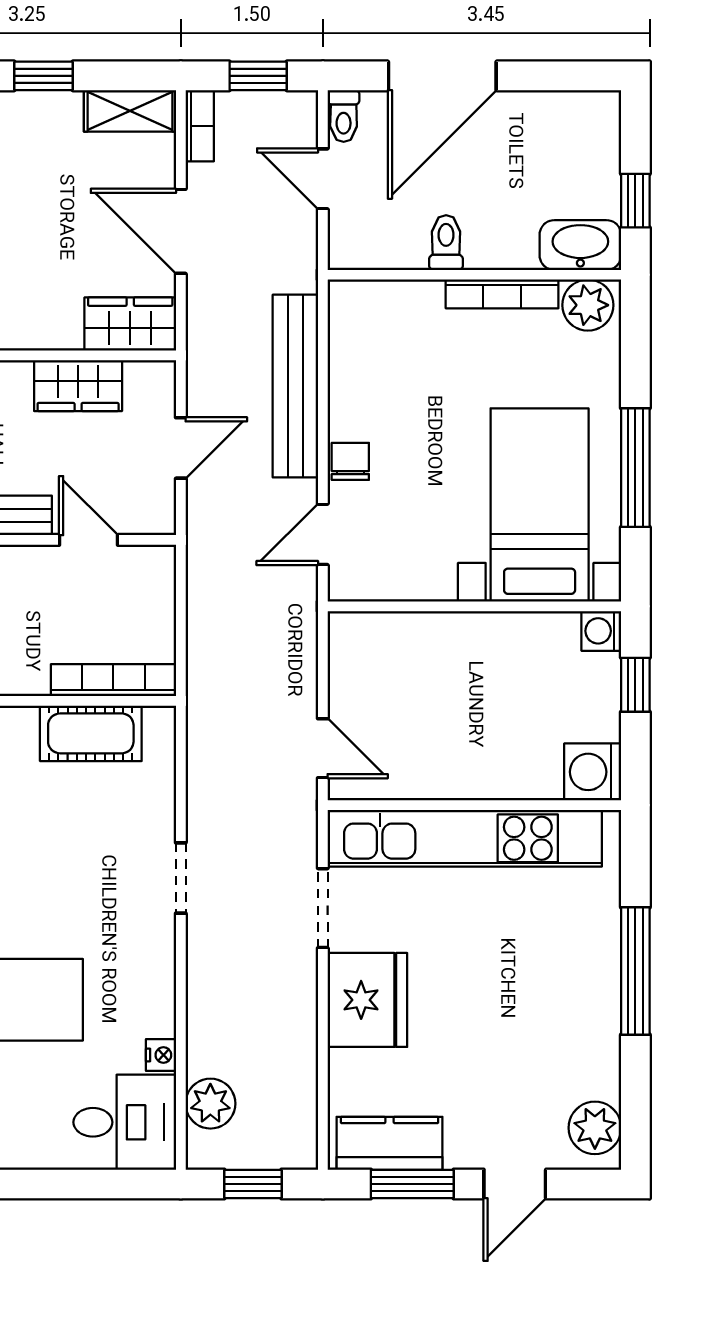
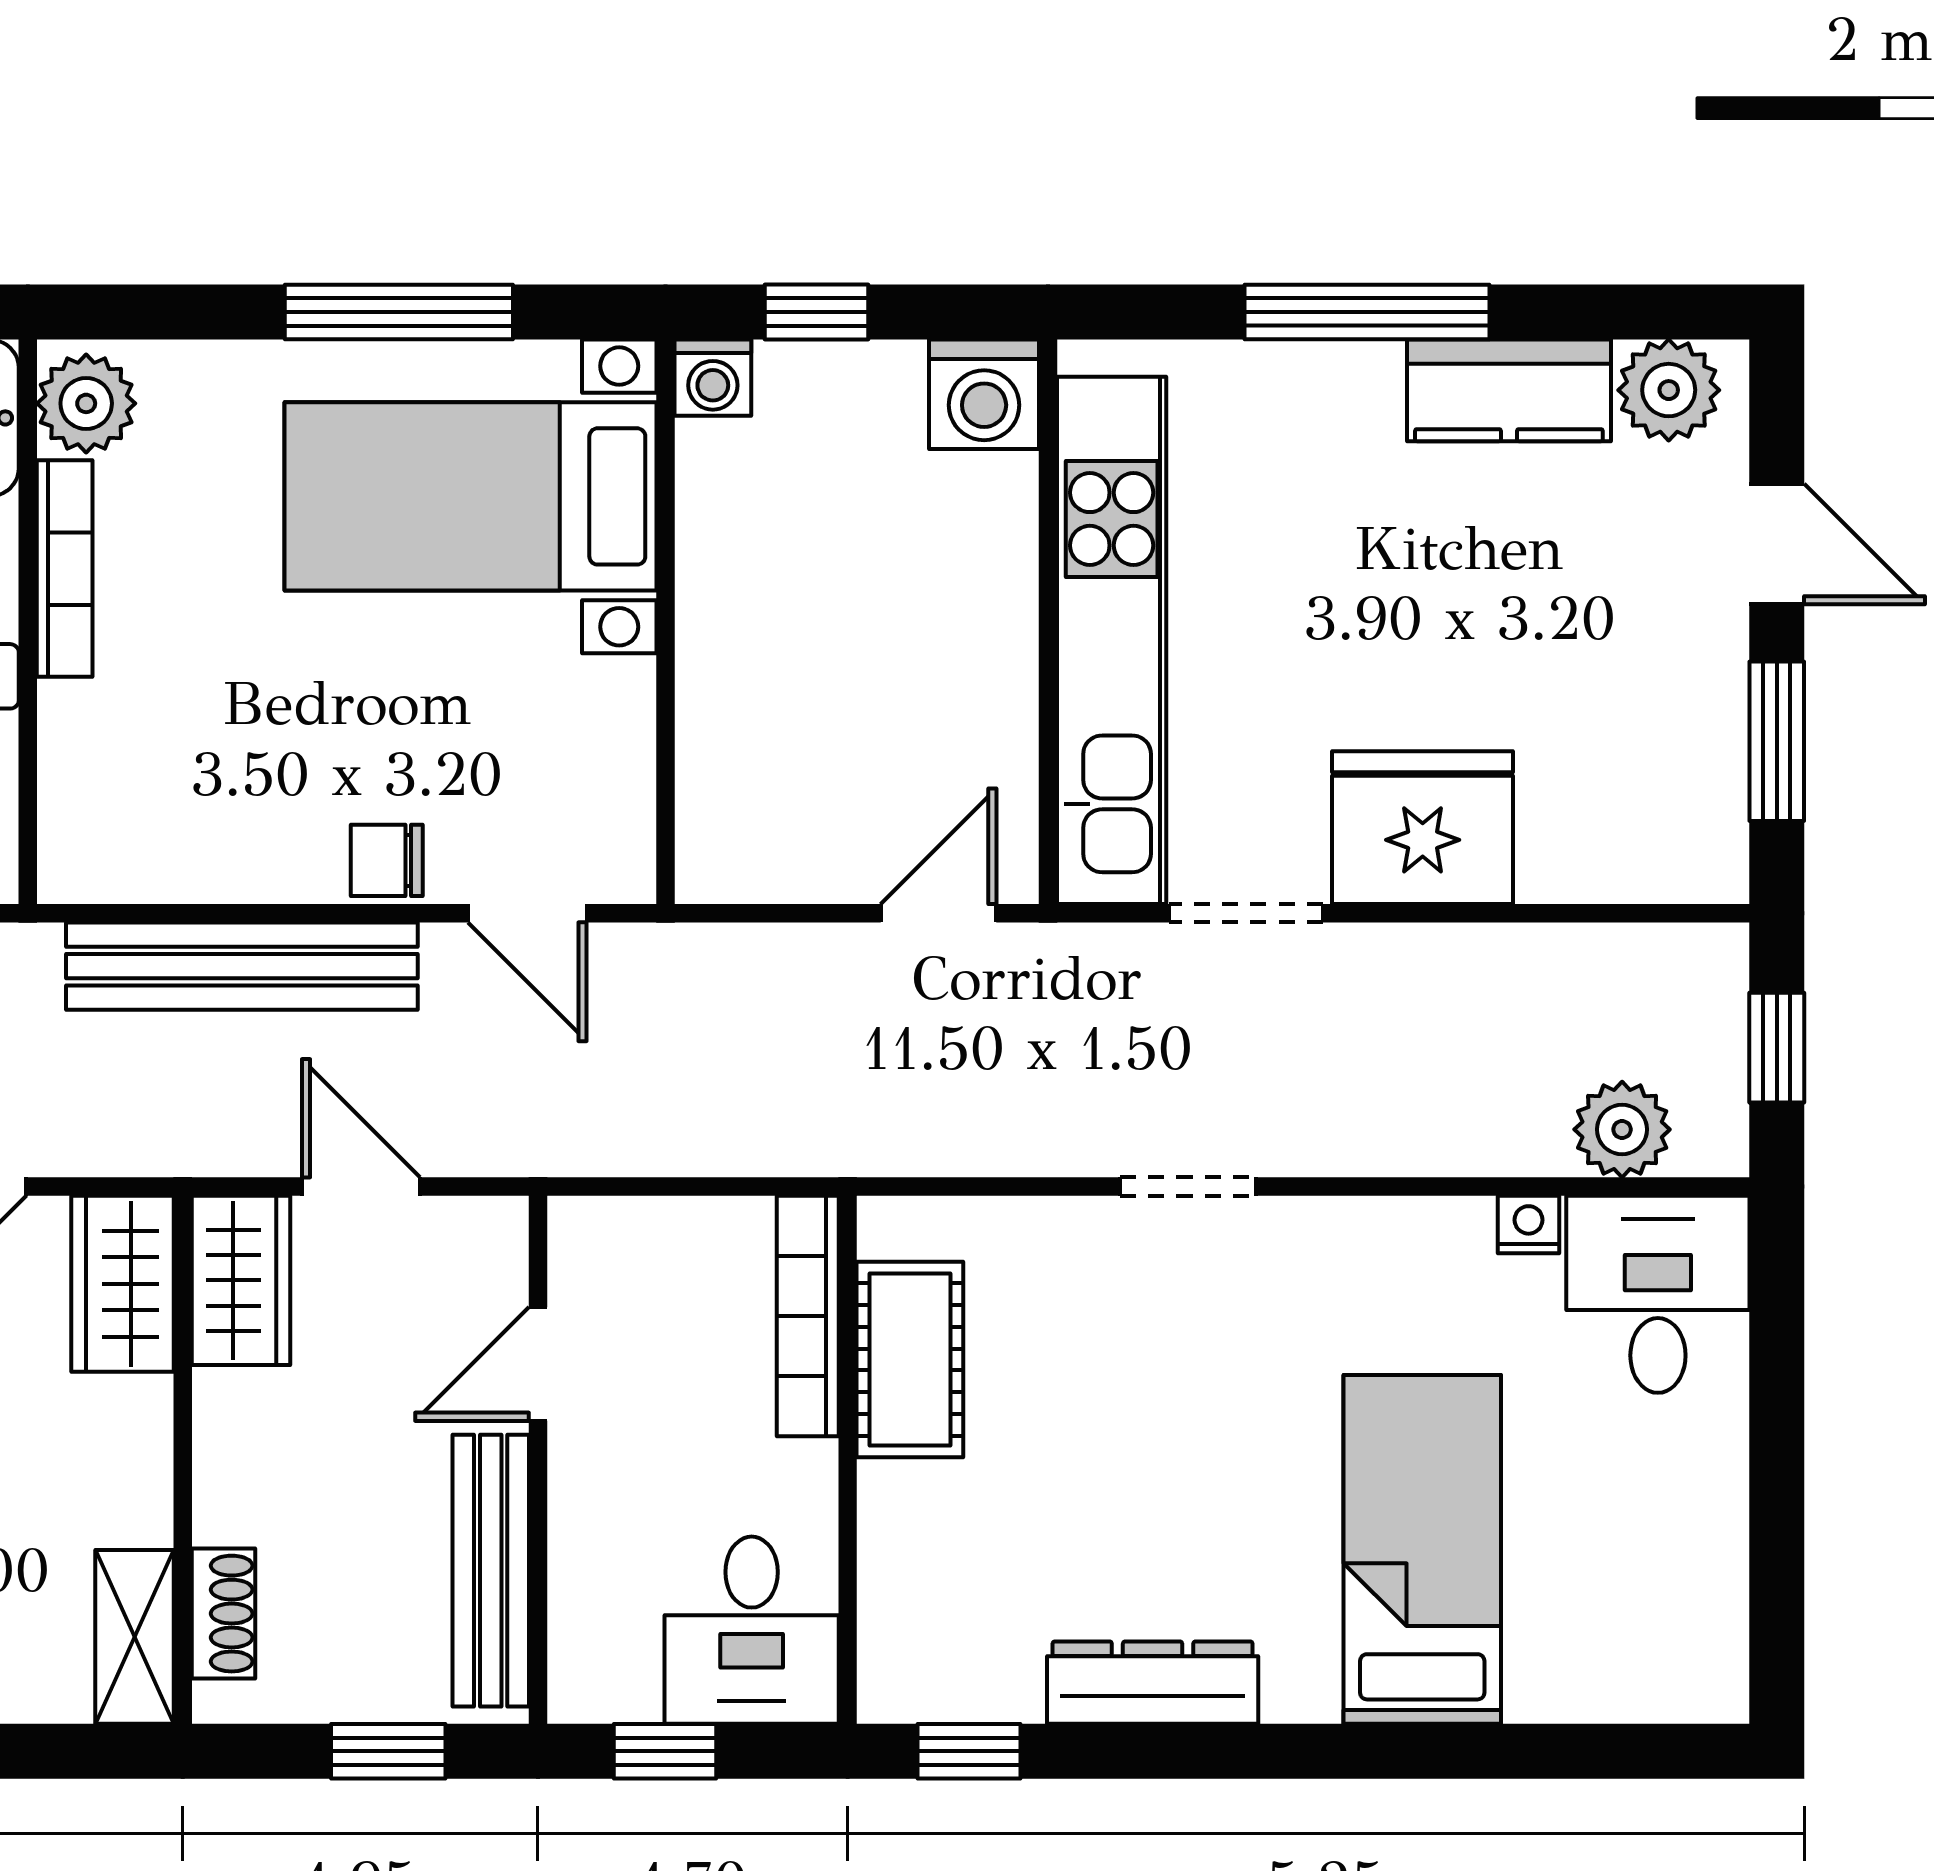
wardrobe: (78, 386) -> (241, 1280), moved
kitchen counter: (390, 1143) -> (1509, 390), moved, turned -90

